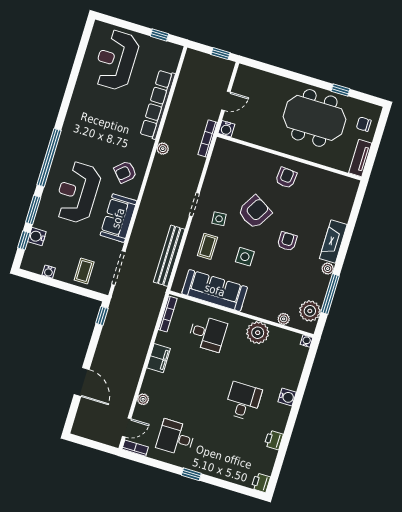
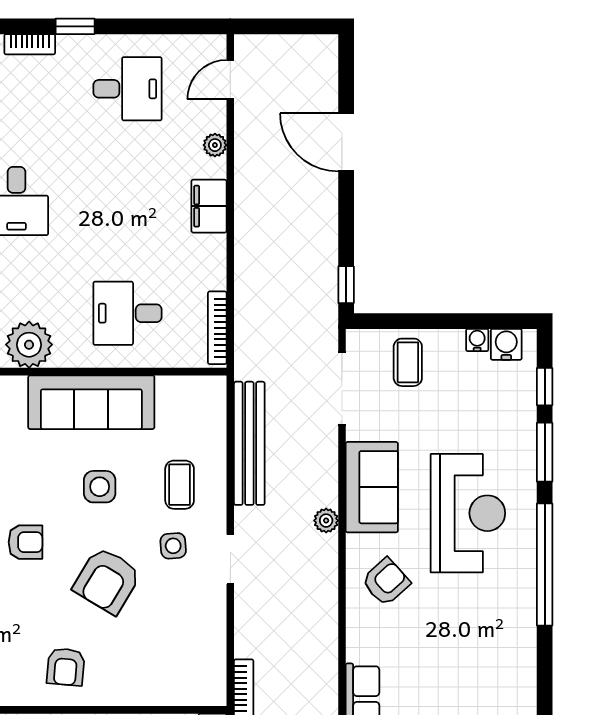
plant: (163, 149) -> (326, 521), moved
water cooler: (37, 237) -> (506, 344), moved, turned -90
armchair: (287, 241) -> (26, 542), turned -90
sofa: (215, 290) -> (91, 402), moved
filing cabinet: (159, 358) -> (209, 206), moved
bookcase: (135, 448) -> (30, 44), moved

